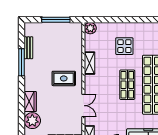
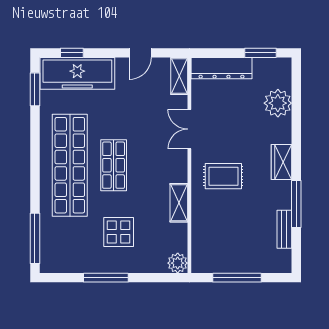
window: (132, 20) -> (106, 278), added
wardrobe: (30, 102) -> (282, 162), moved

